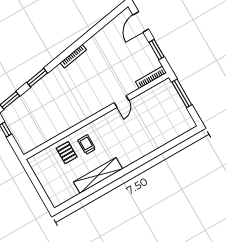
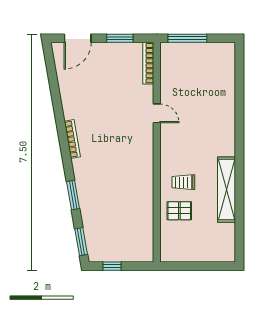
door: (141, 22) -> (78, 38), hinge flipped

